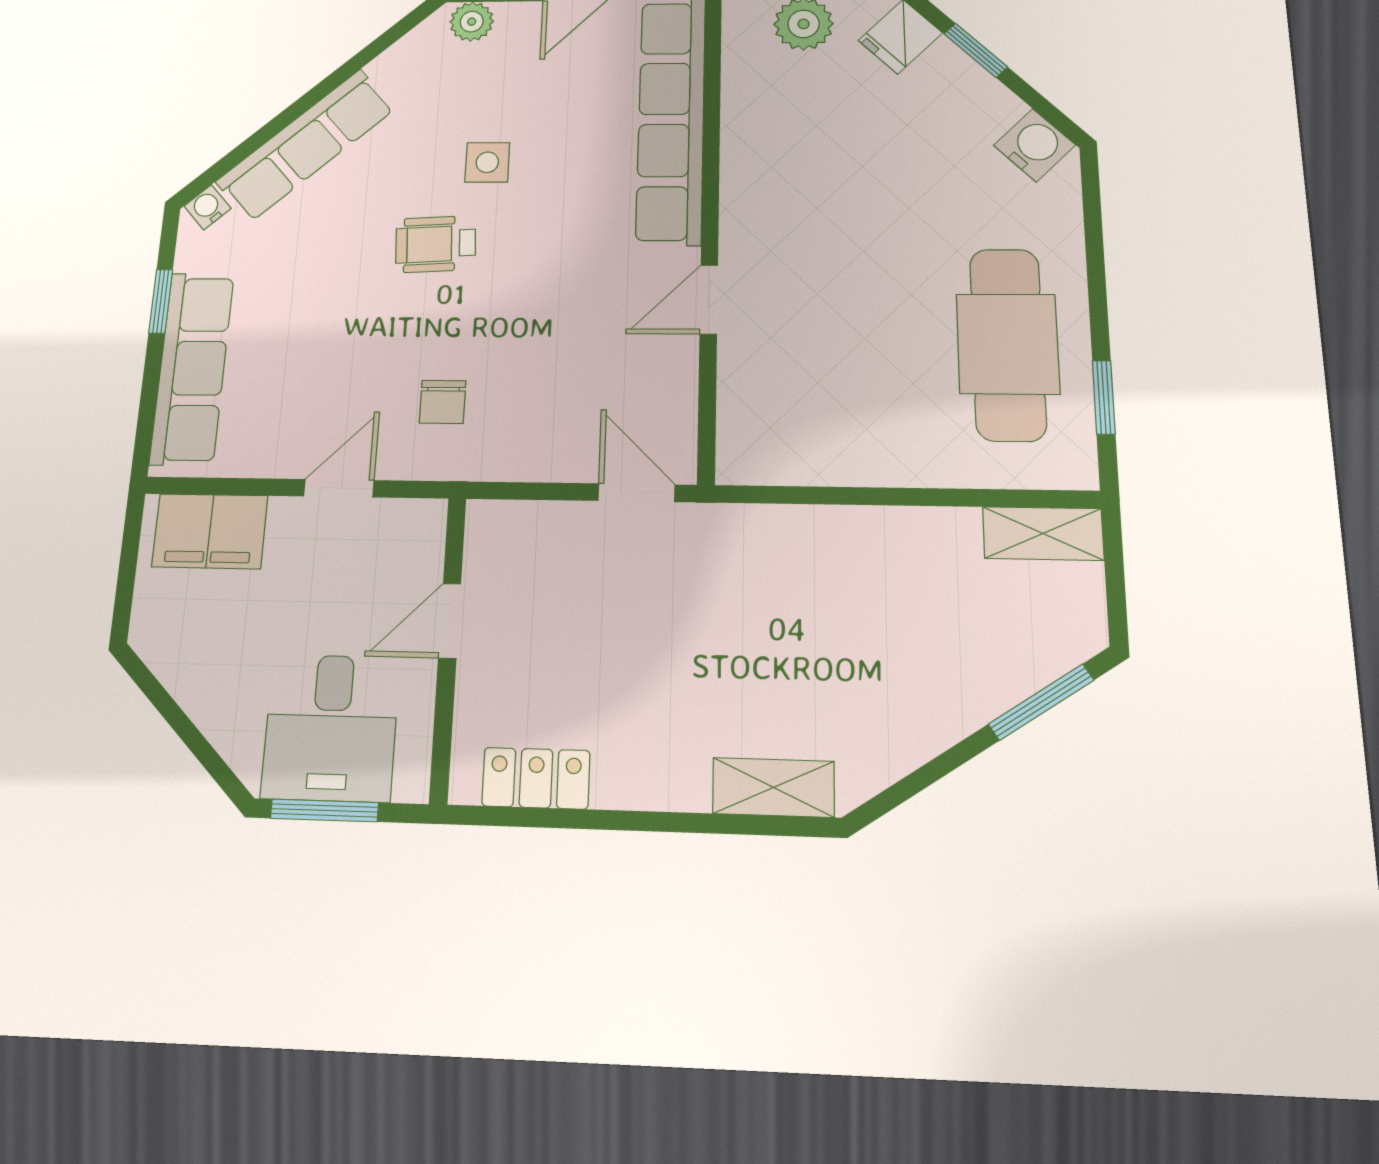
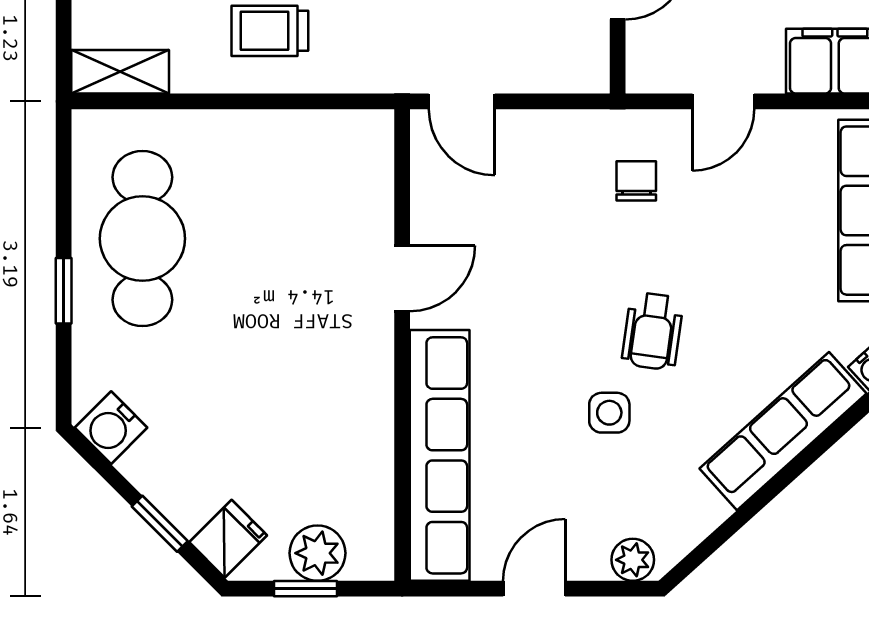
wheelchair: (436, 244) -> (653, 331), turned 101
window: (1104, 397) -> (64, 291), moved
trolley: (863, 579) -> (270, 31), added

